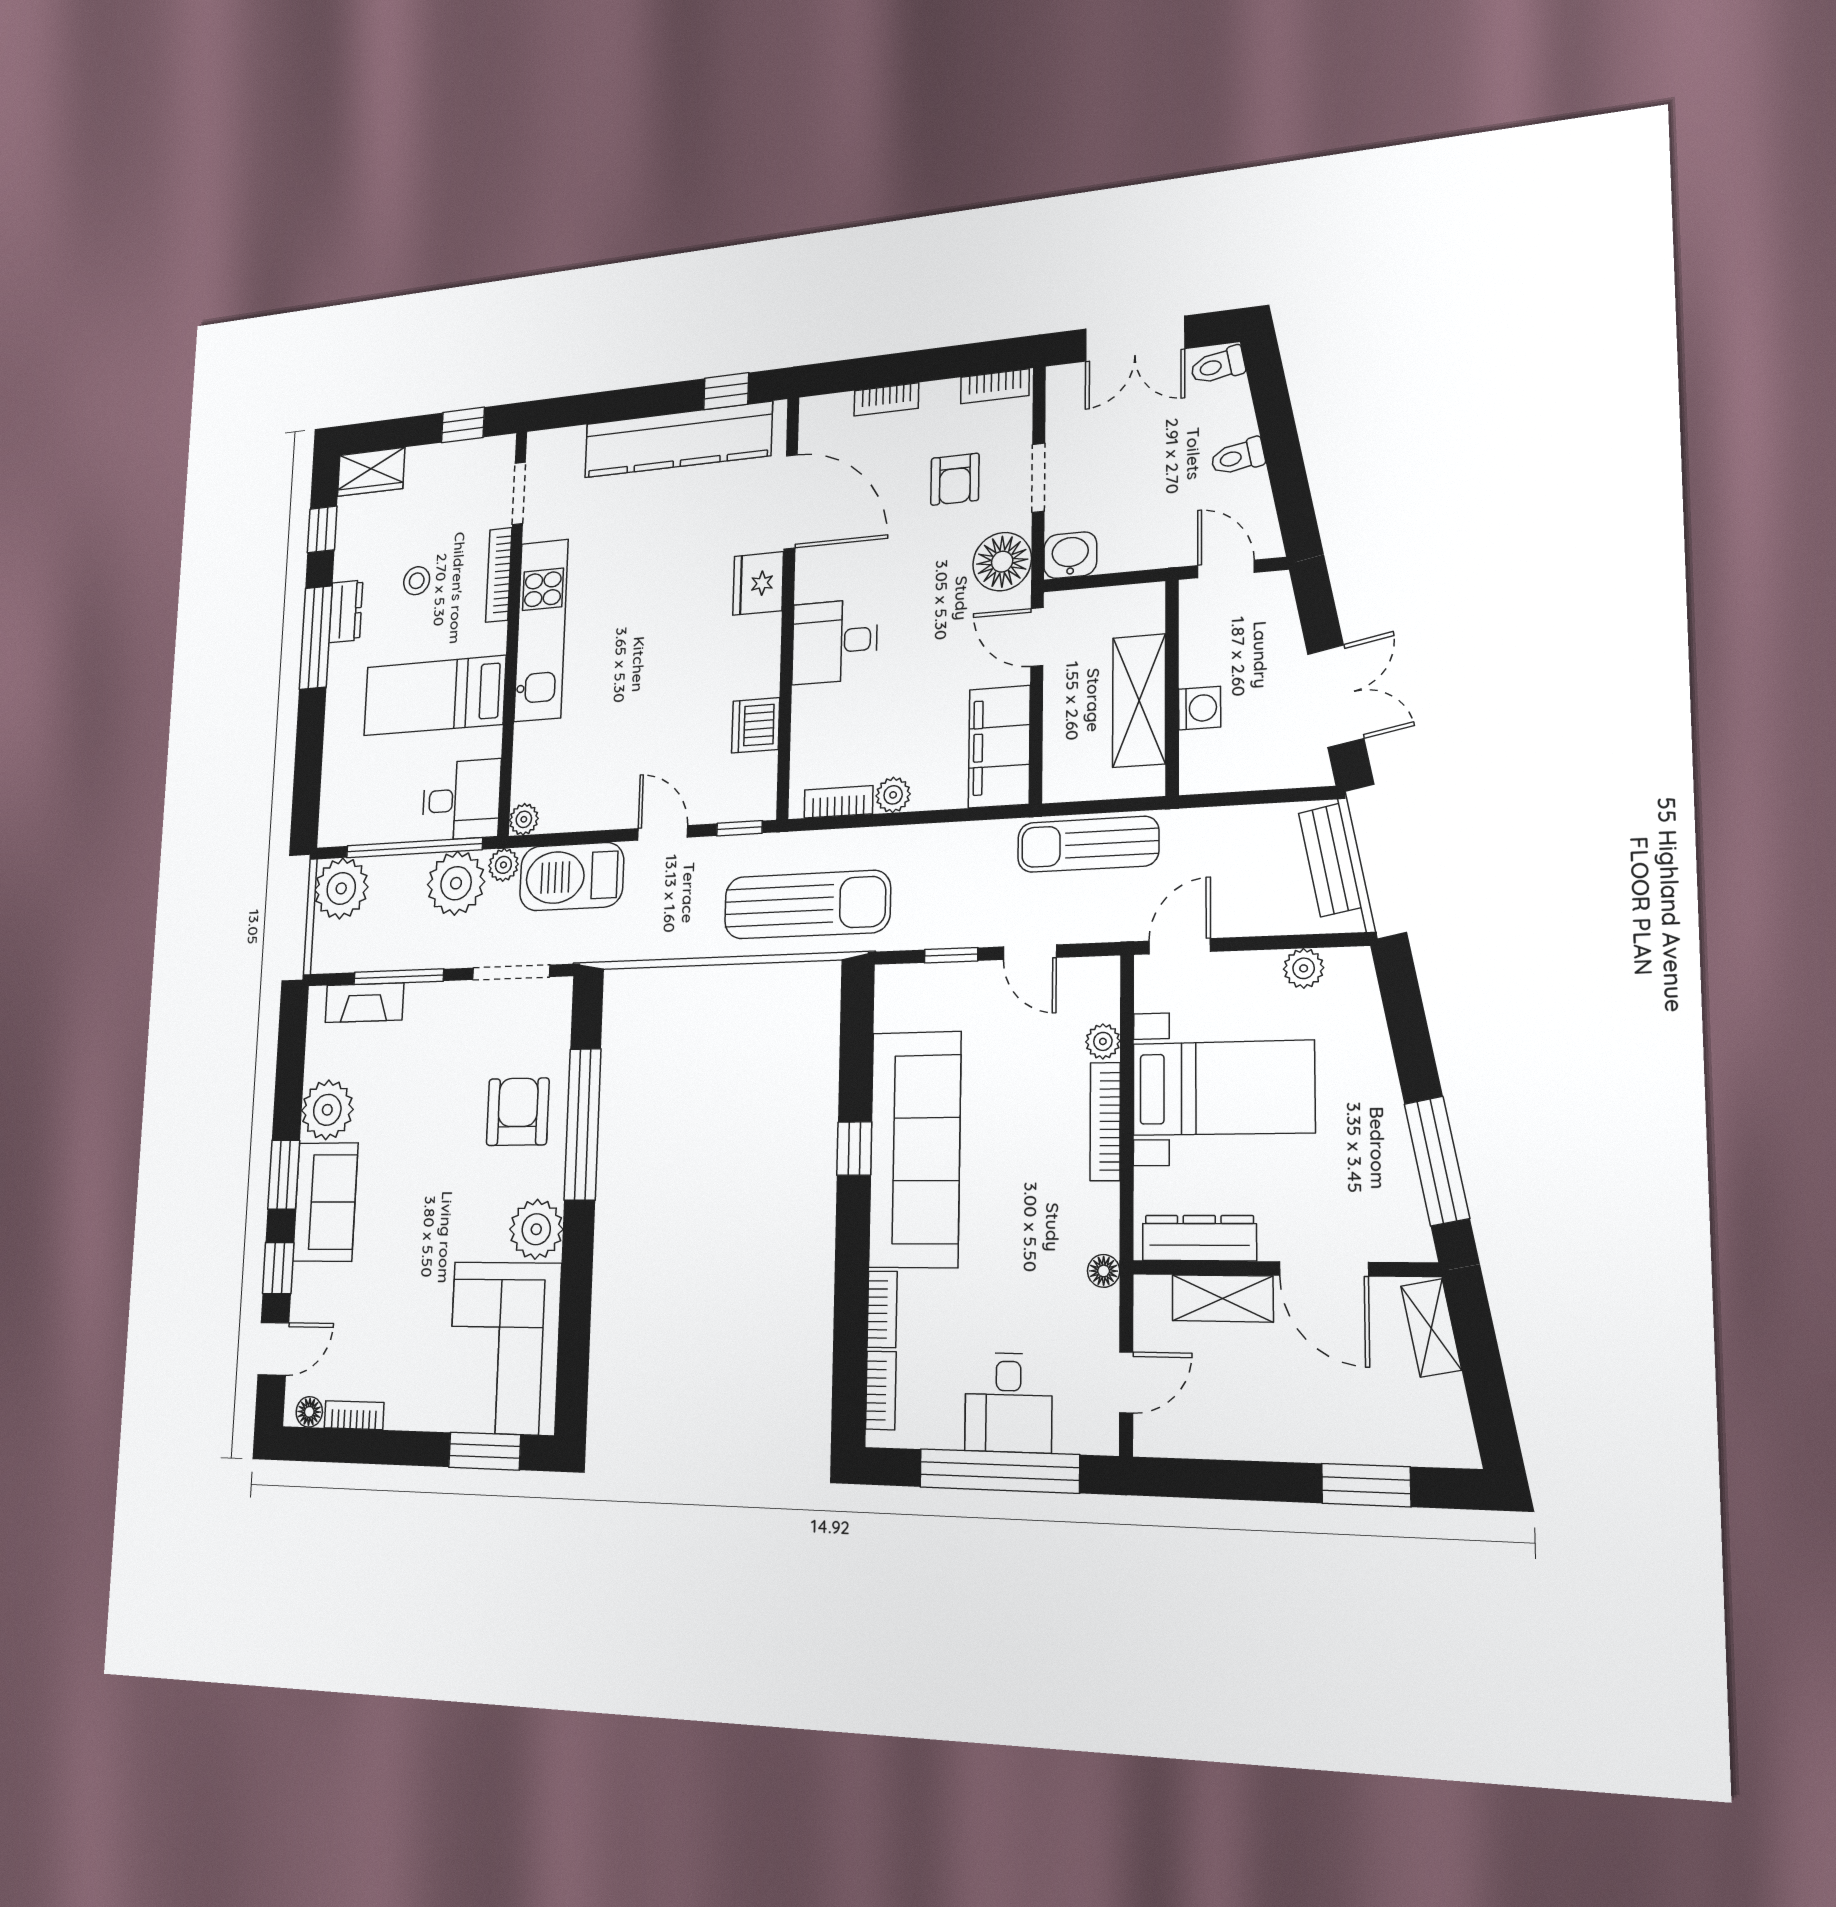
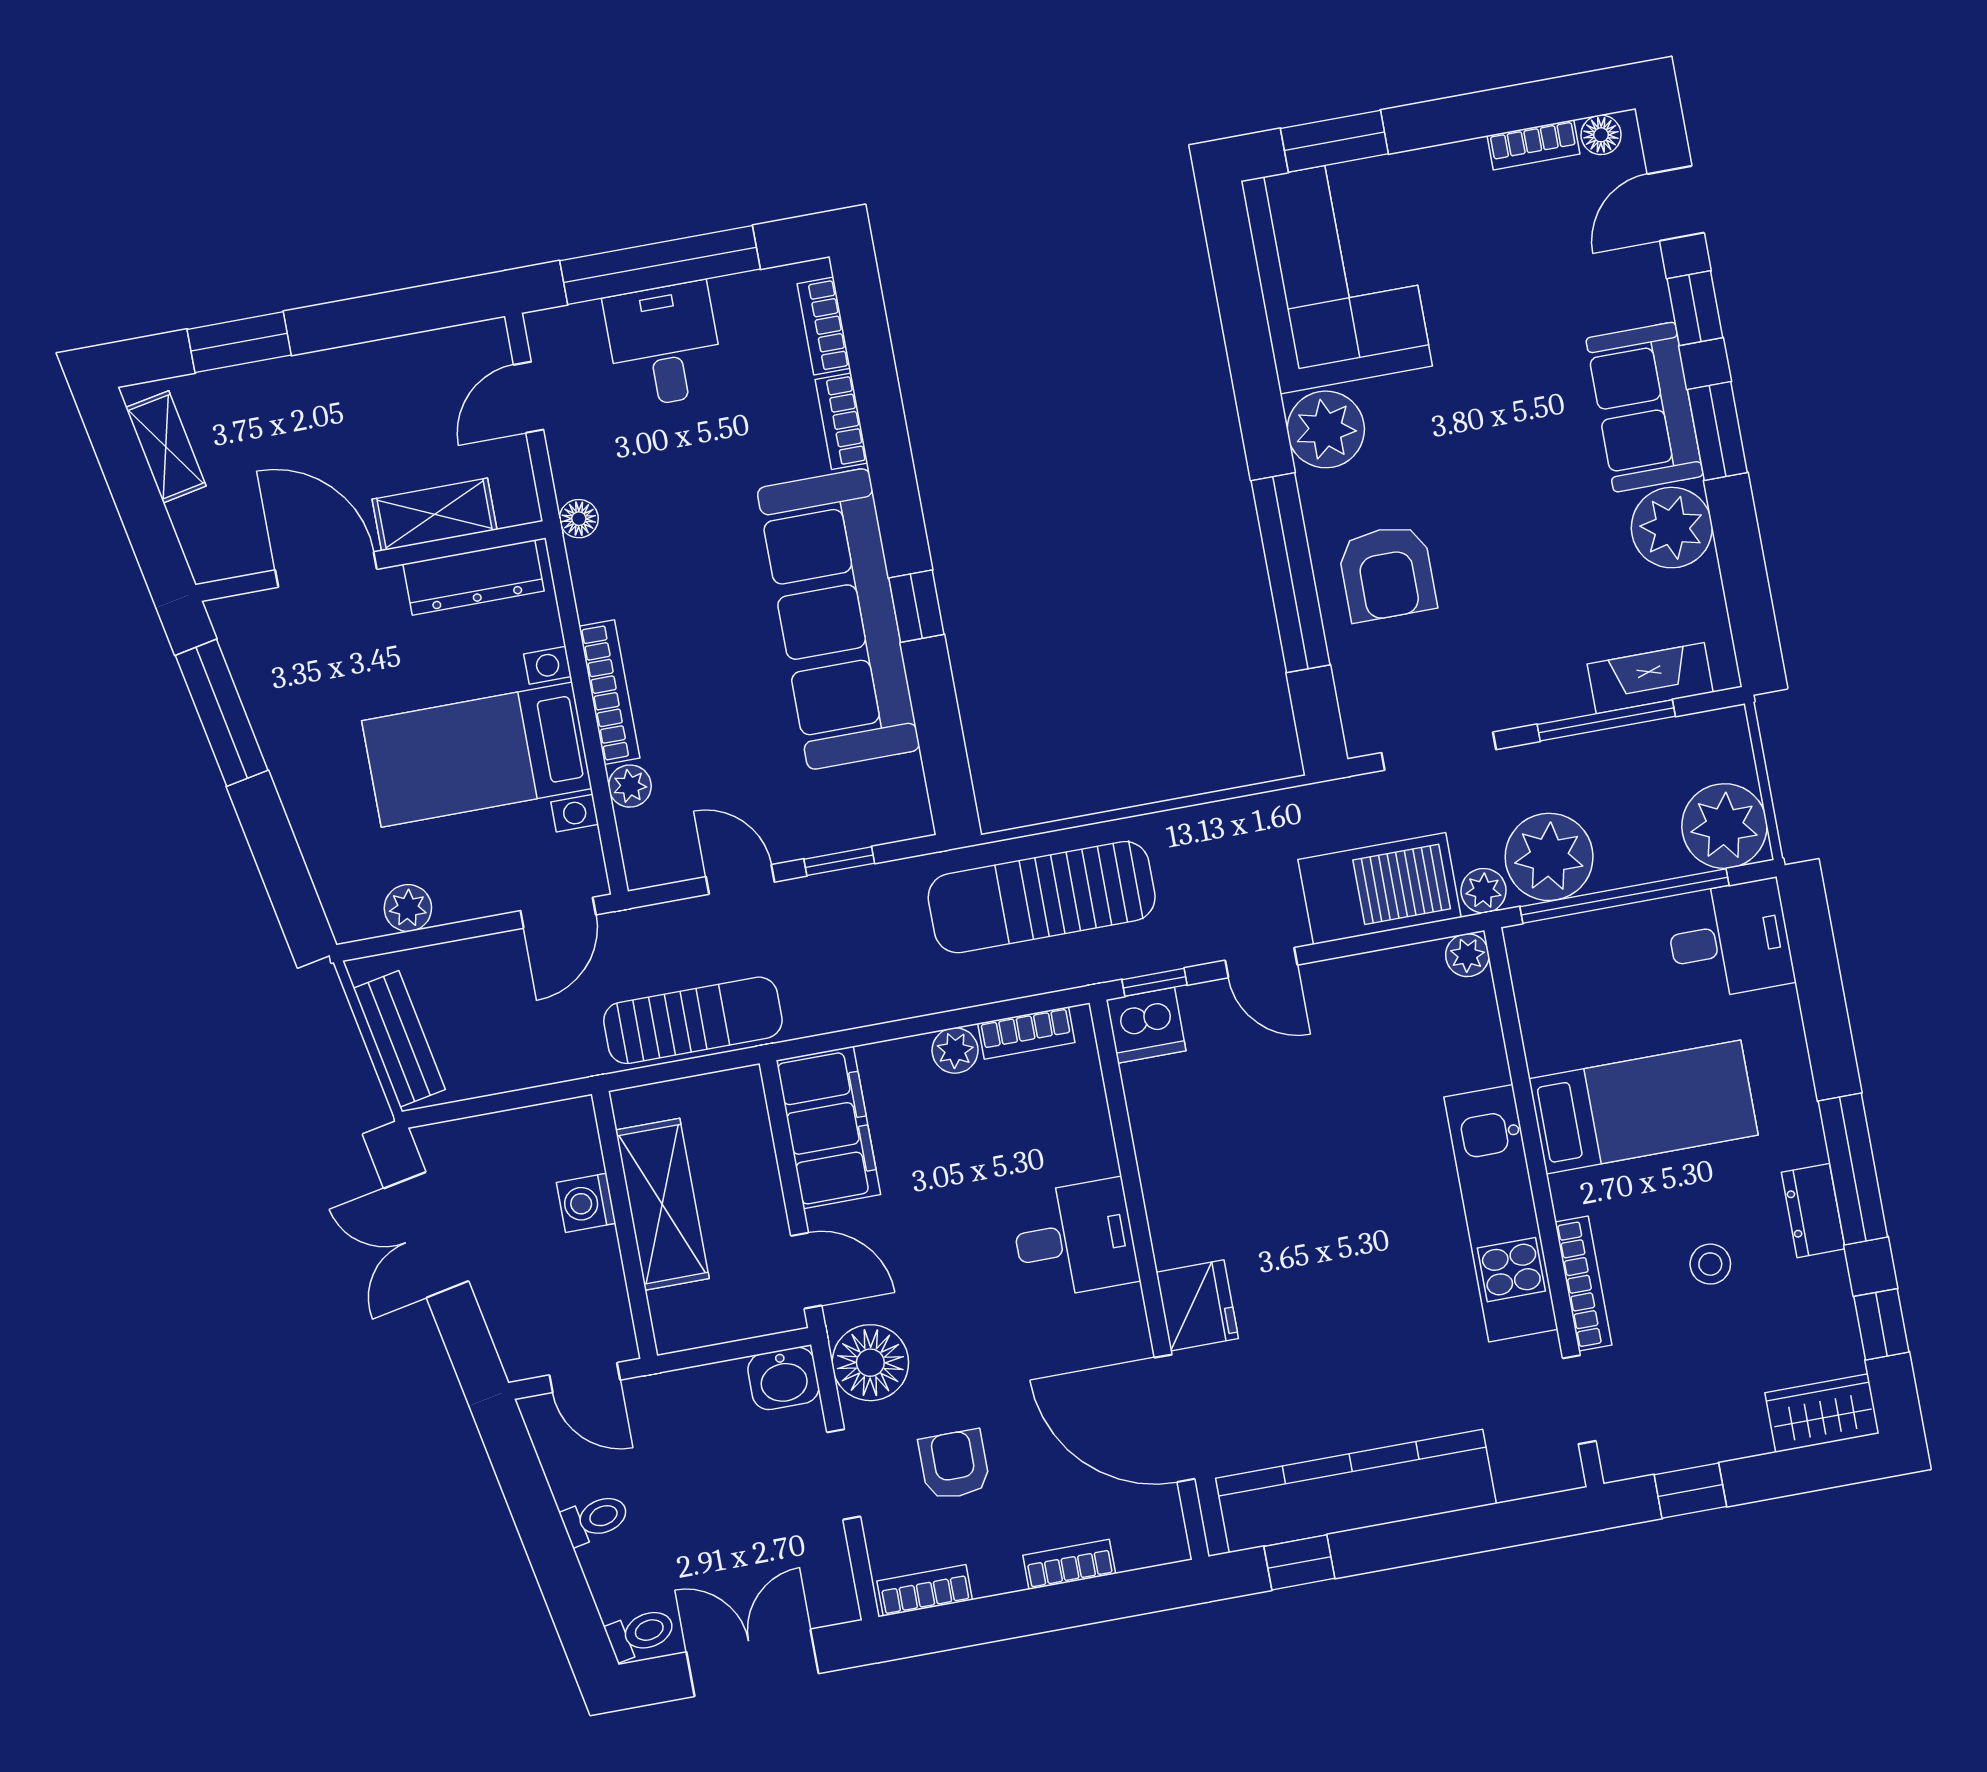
dishwasher: (756, 725) -> (1146, 1025), moved, turned 90
desk: (461, 800) -> (1729, 940), moved, turned 180
shelving: (1431, 1328) -> (166, 447), moved

